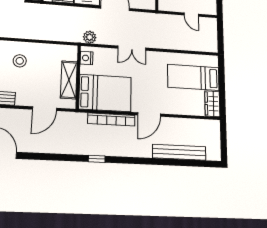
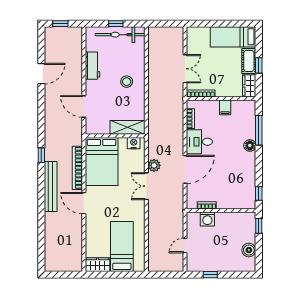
plant: (90, 37) -> (154, 165), moved
shelving: (69, 80) -> (127, 127), moved
bench: (179, 152) -> (51, 186), moved

